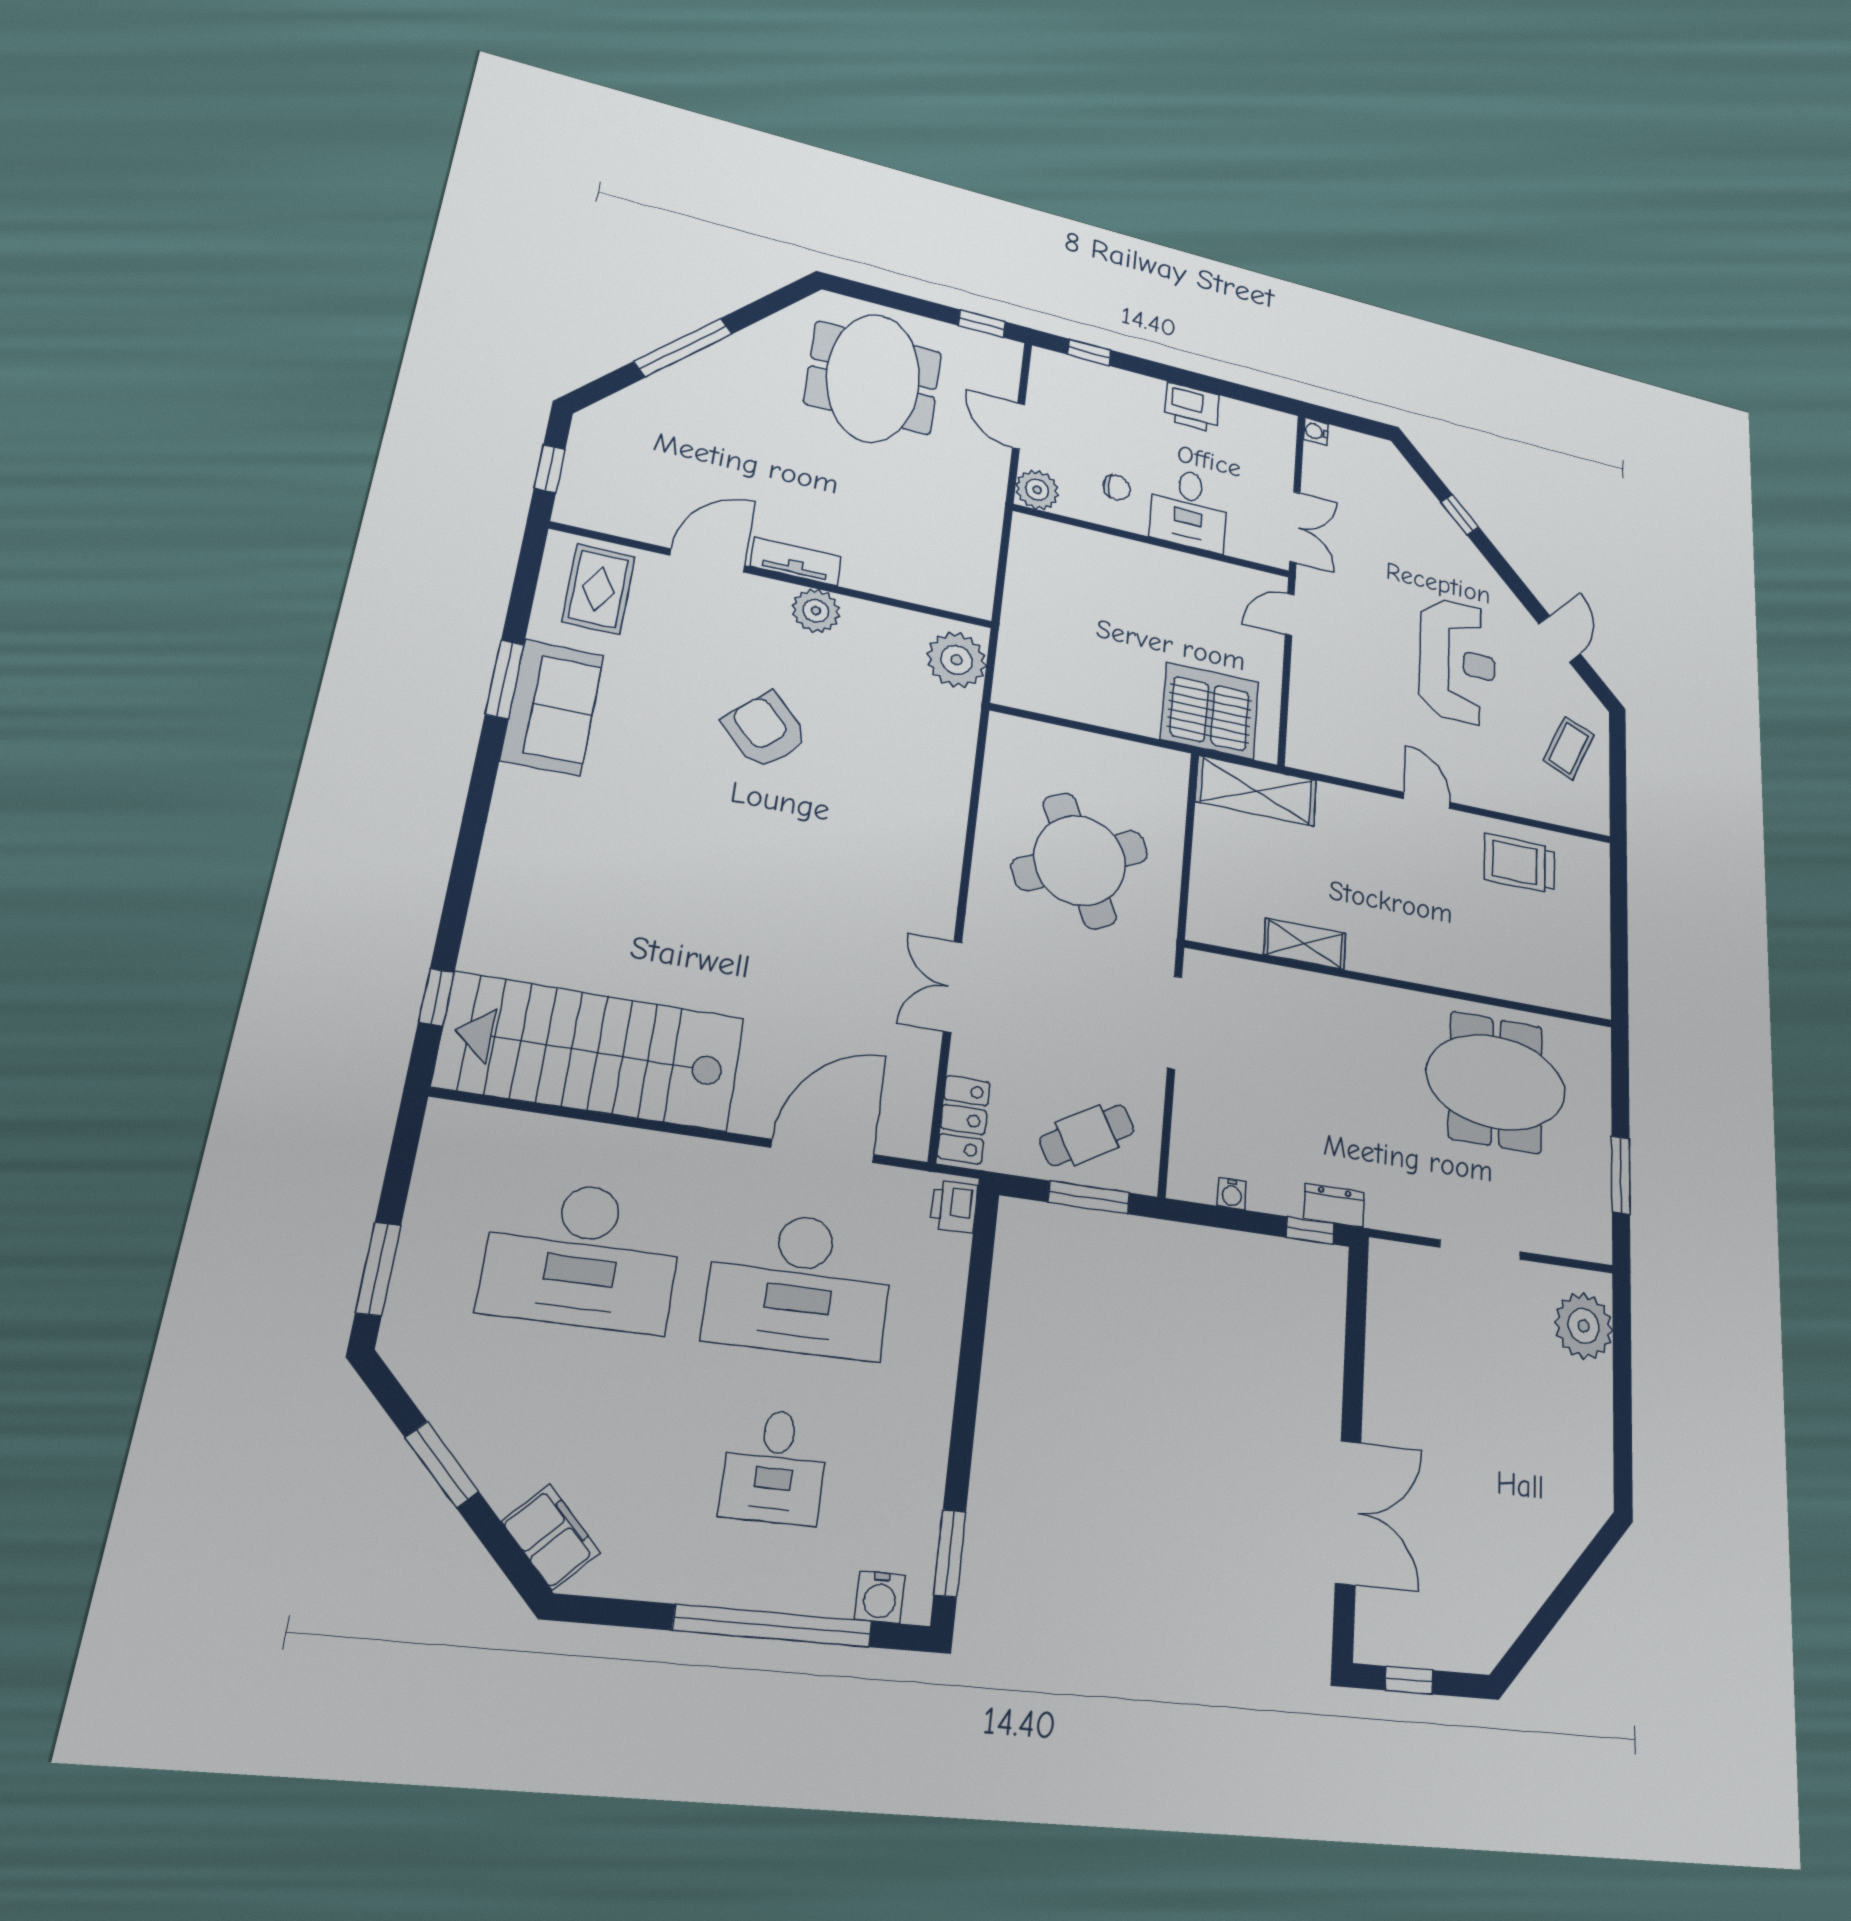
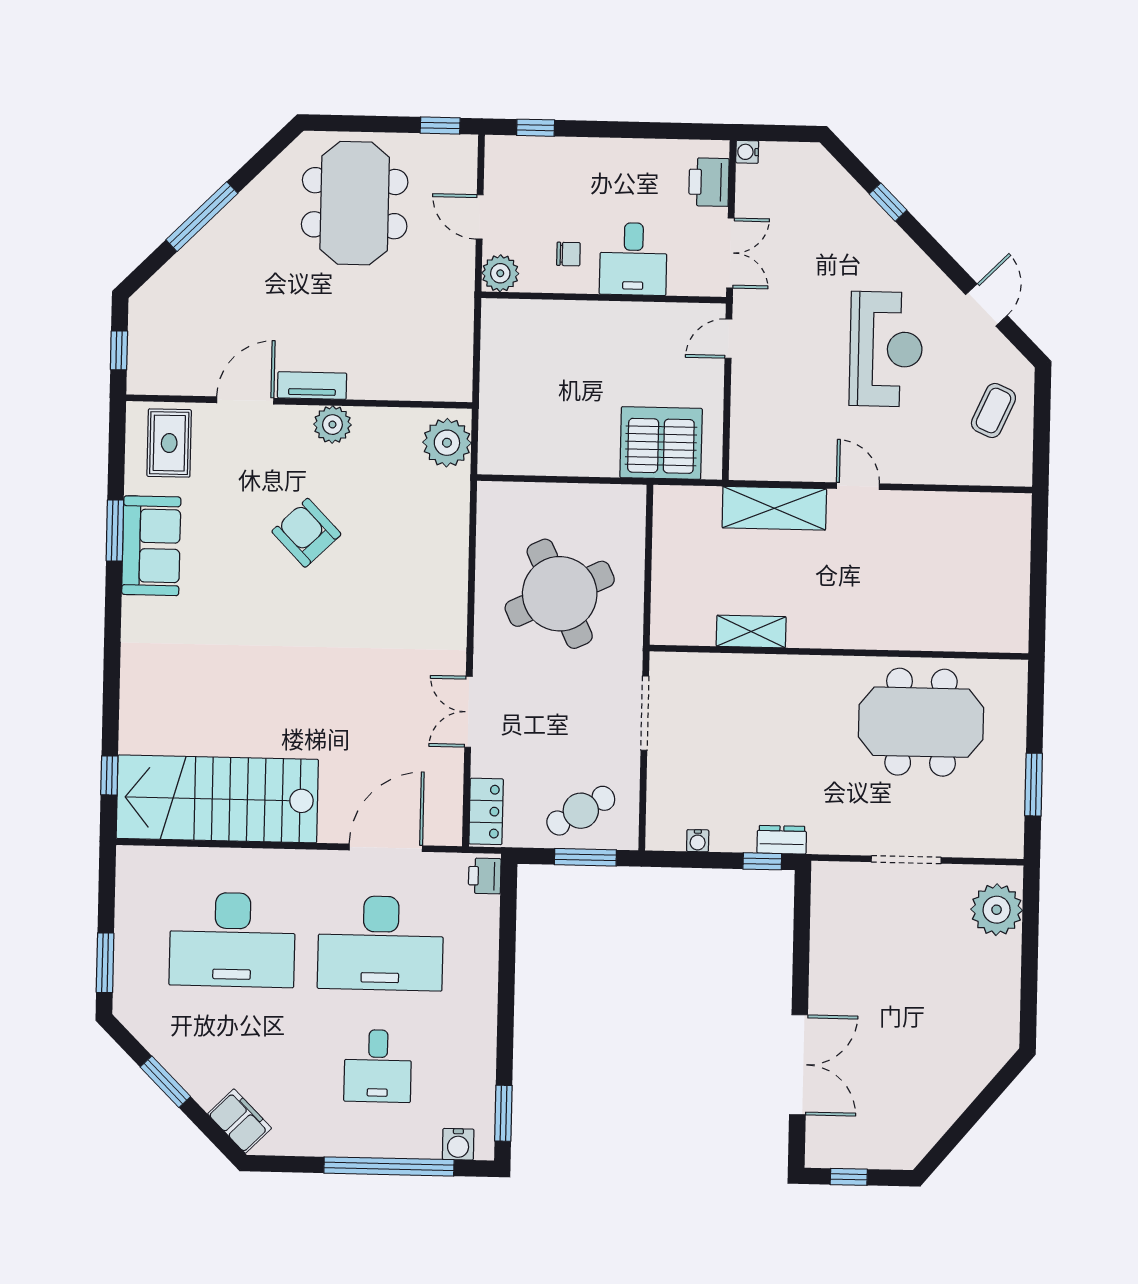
printer: (1192, 407) -> (709, 182), moved, turned 90
shelving: (1256, 791) -> (774, 508), moved
trolley: (1520, 864) -> (944, 528), removed

